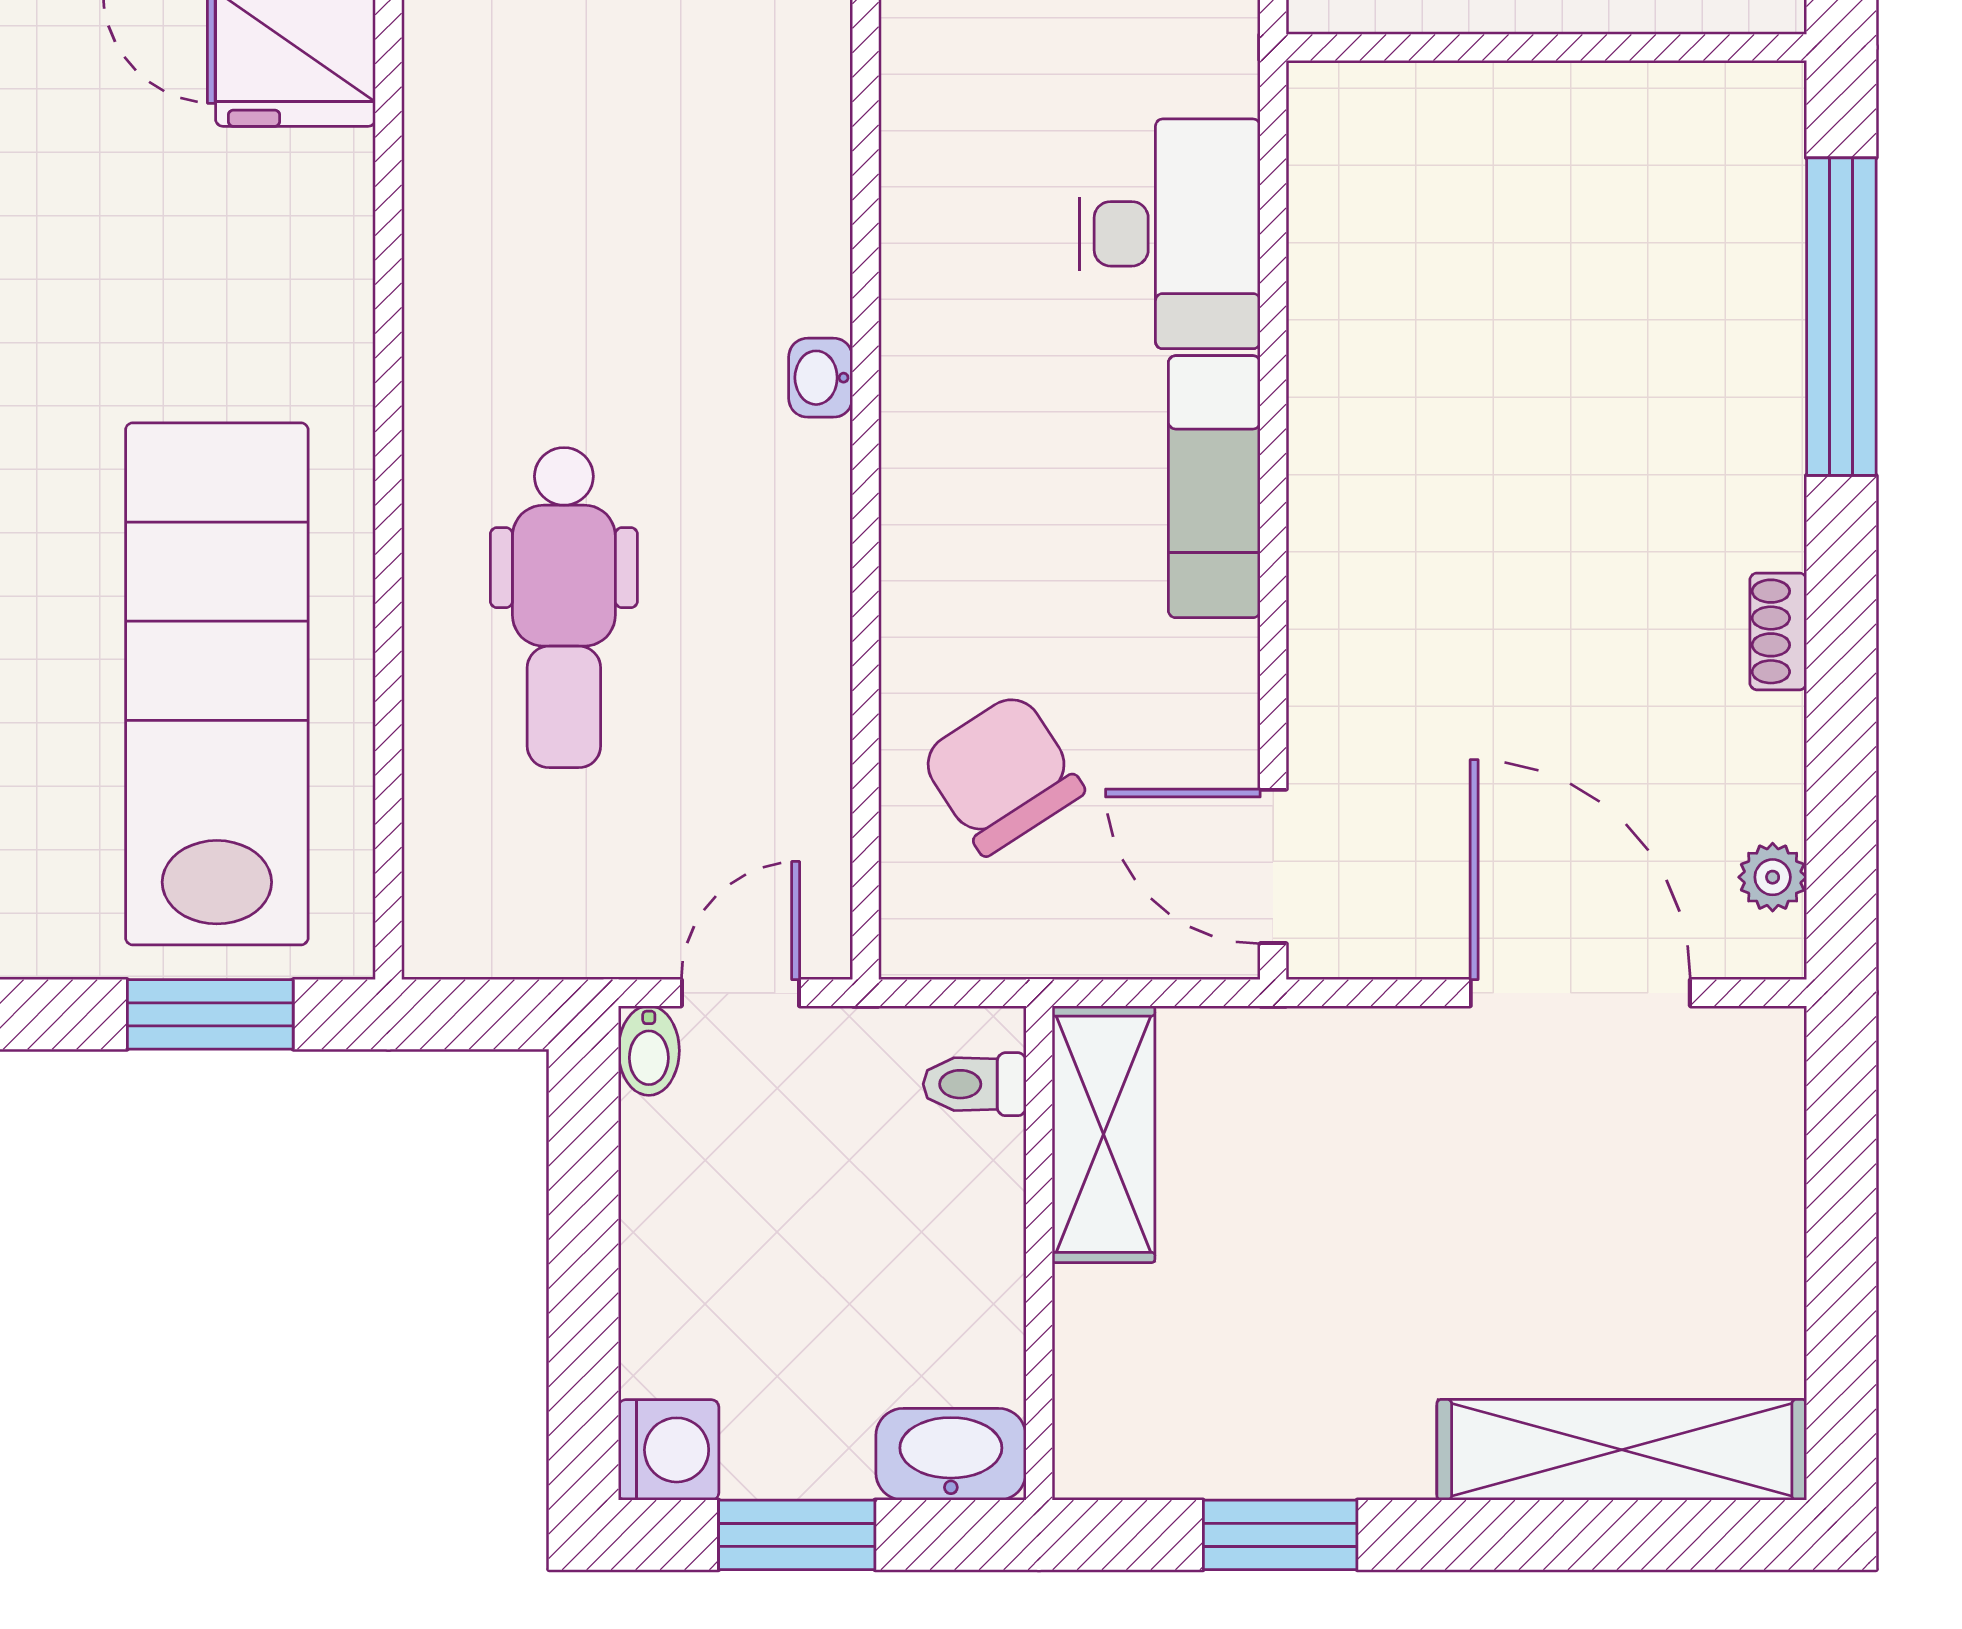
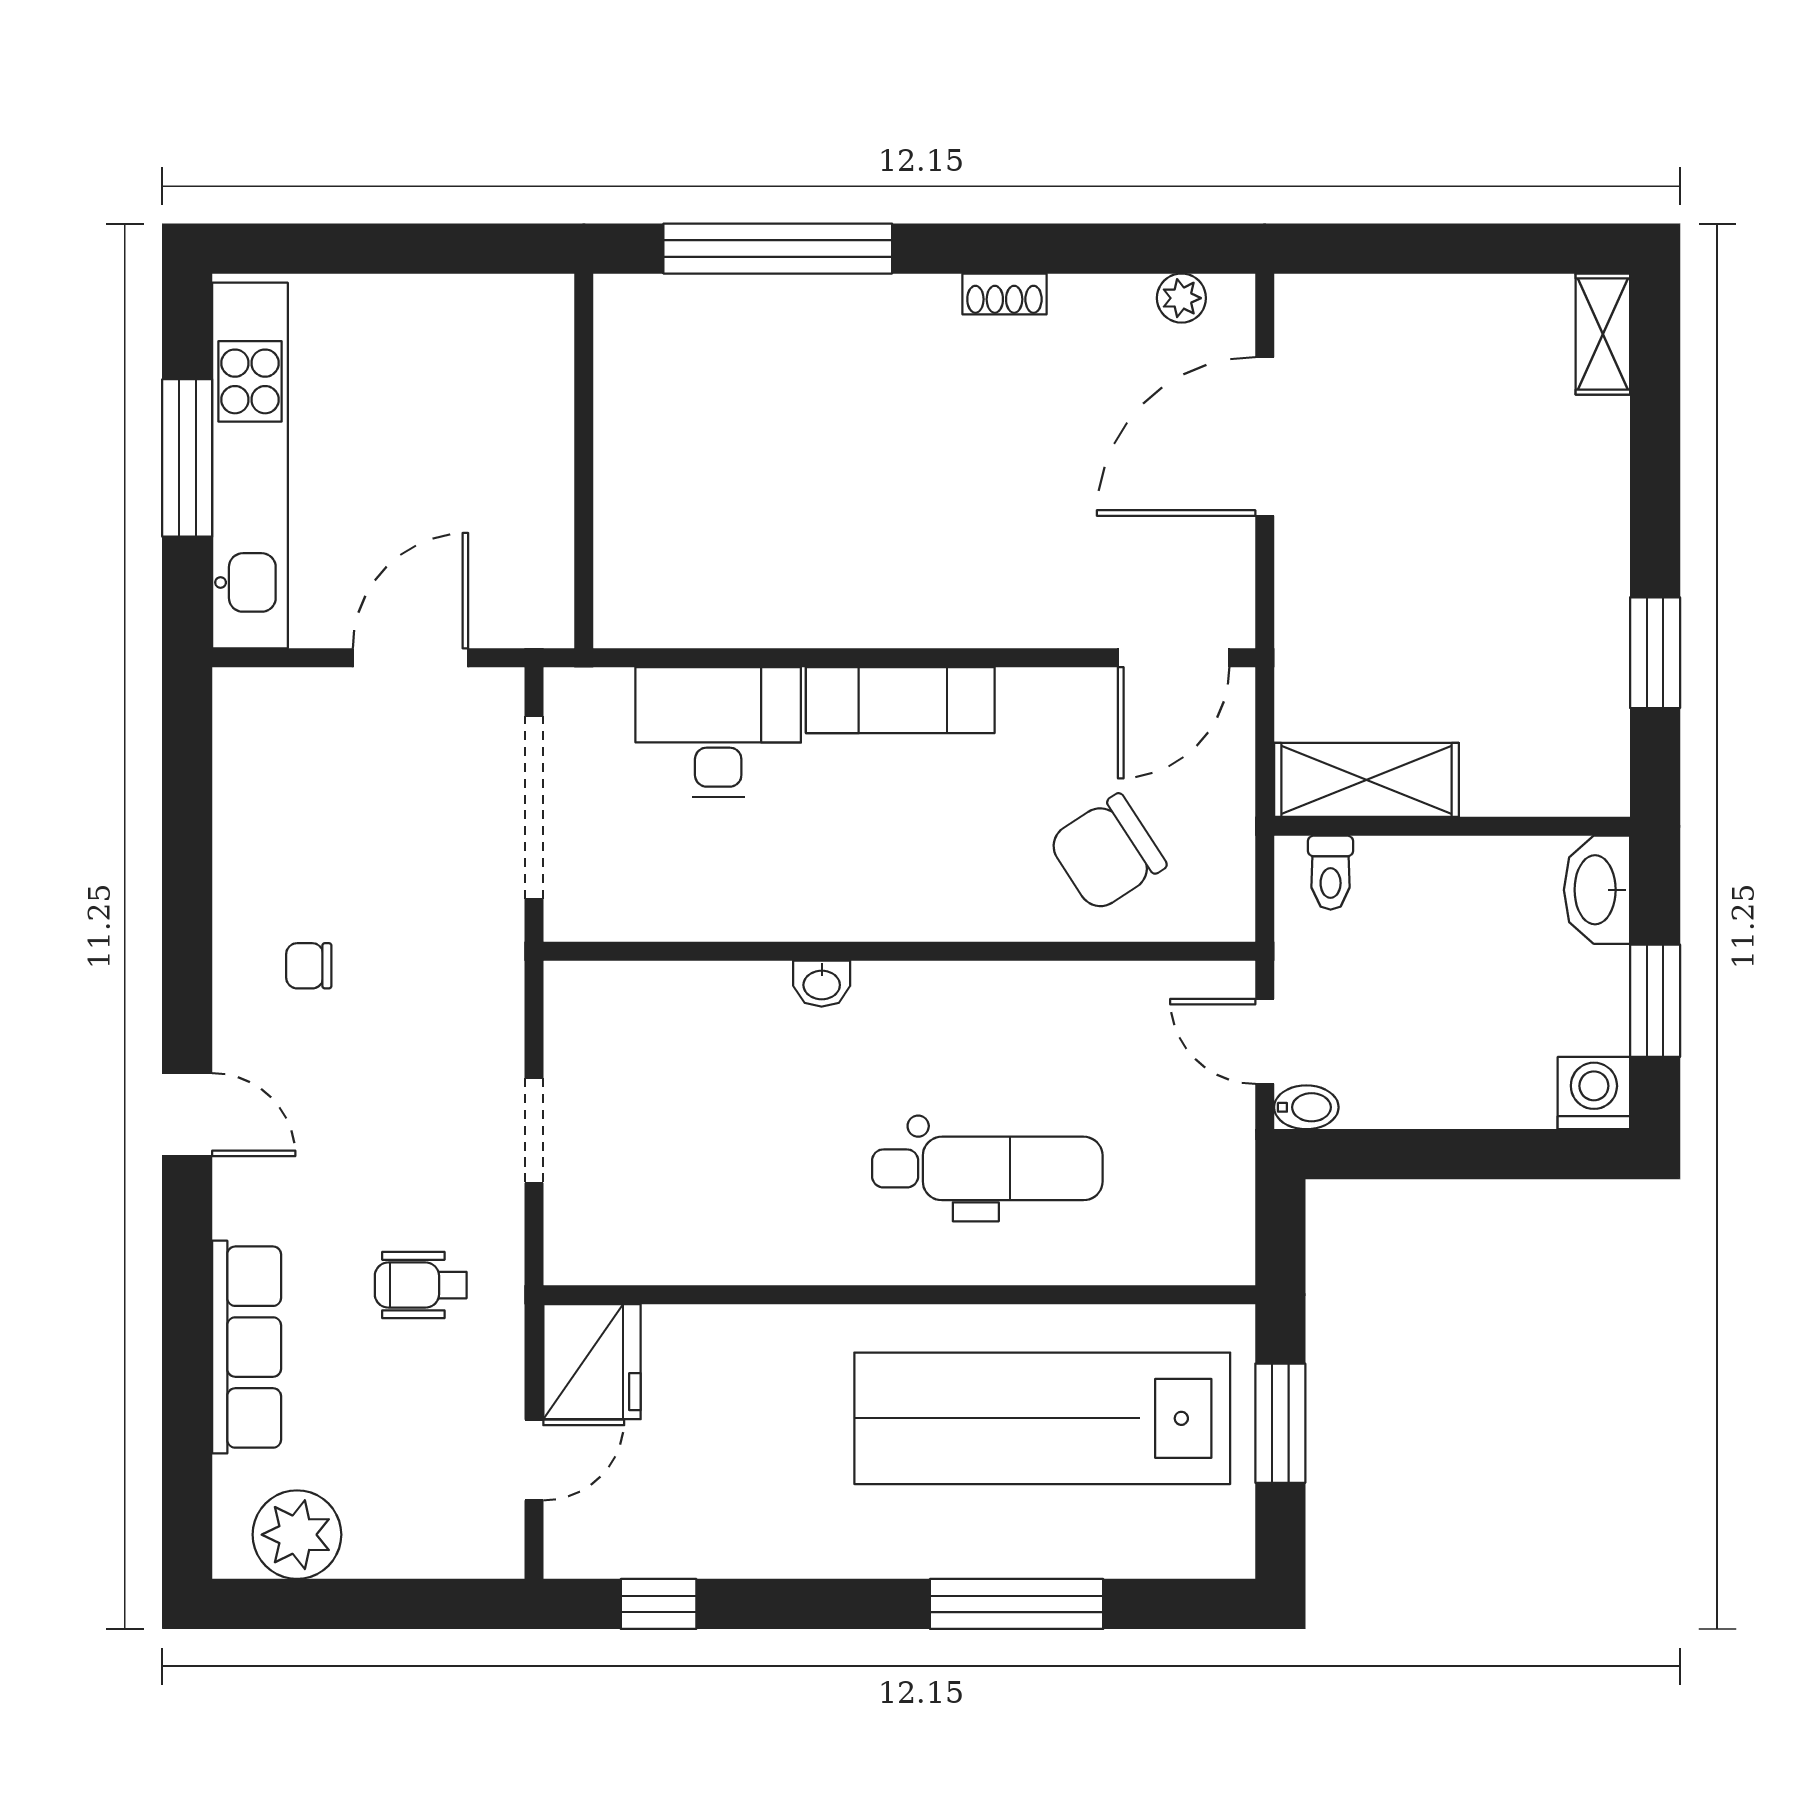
shelving: (1622, 1450) -> (1603, 334), width x0.45, depth x0.75

